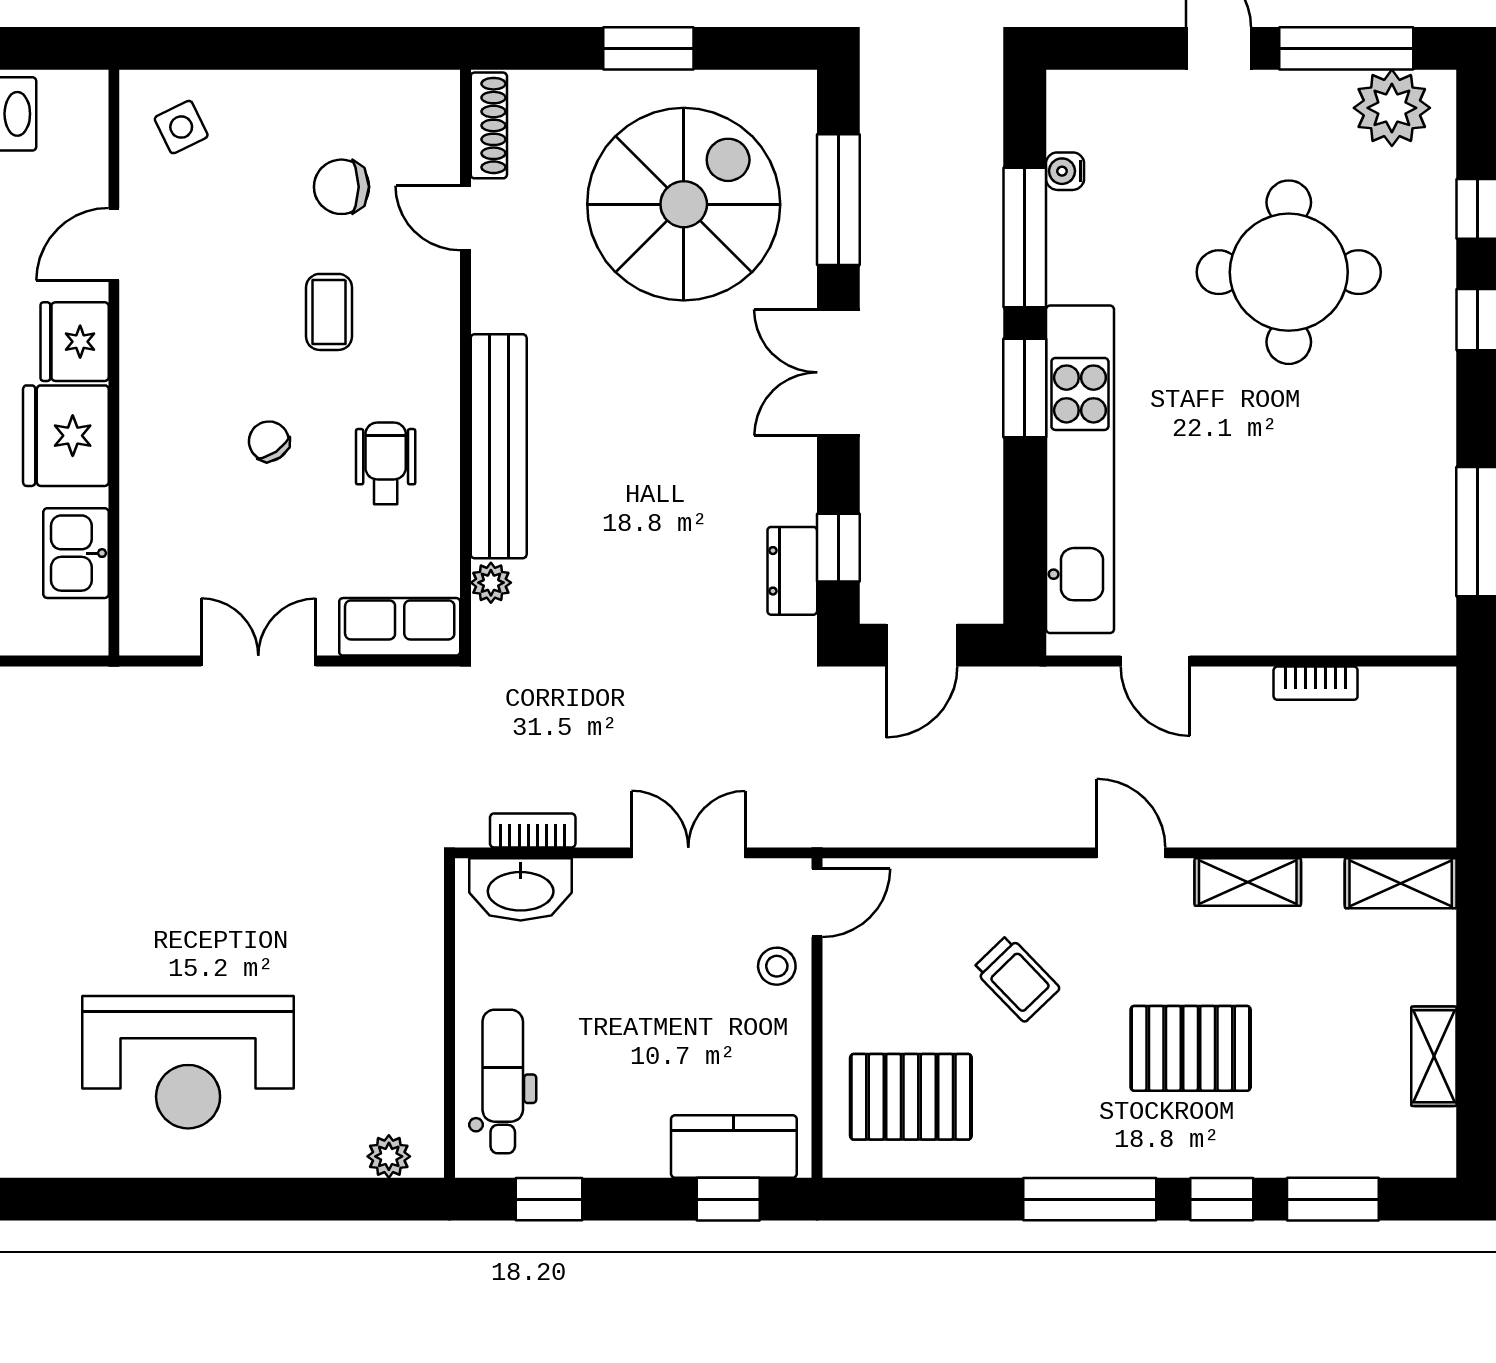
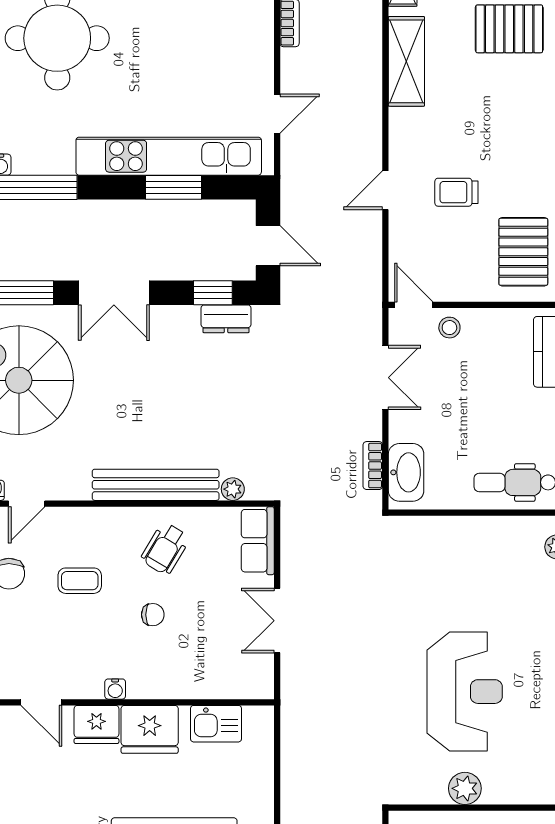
water cooler: (137, 375) -> (115, 689), added
window: (1025, 388) -> (174, 187), moved
chair: (269, 441) -> (153, 615), turned -146
wheelchair: (386, 463) -> (165, 549), turned -59
double door: (688, 853) -> (385, 378), swing flipped
door: (1131, 853) -> (385, 190), moved
shelving: (1248, 882) -> (406, 61), width x1.50, depth x1.33
trolley: (1016, 978) -> (456, 192), turned -136
pallet: (1191, 1048) -> (509, 29), moved, turned 90
reception desk: (188, 1062) -> (465, 692), moved

